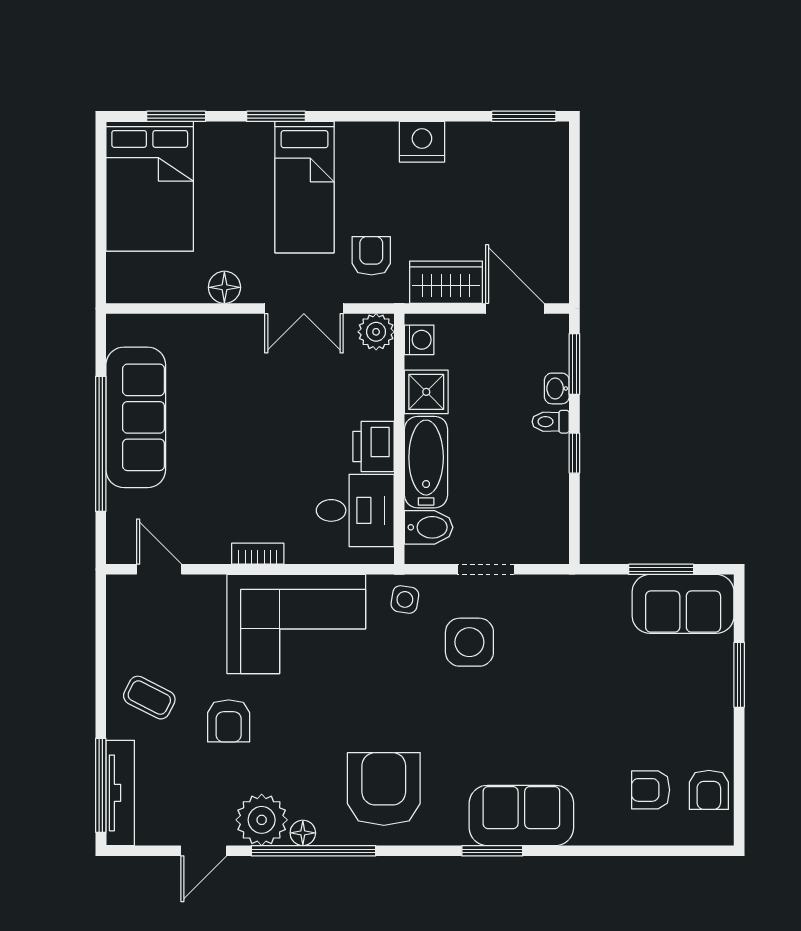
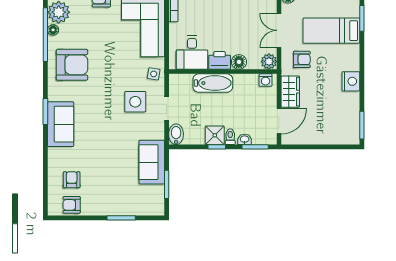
shower: (426, 392) -> (215, 135), moved
floor lamp: (377, 401) -> (239, 62), added
bidet: (429, 527) -> (176, 134), moved, turned 180
sofa: (683, 604) -> (152, 162), moved

